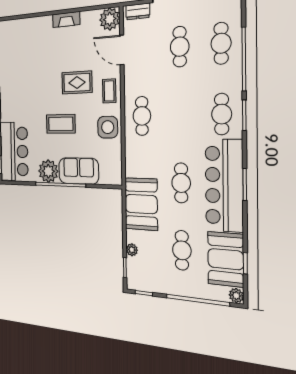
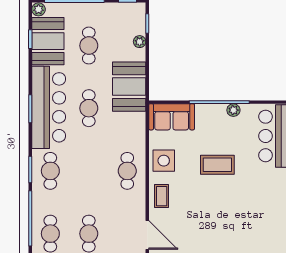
rug: (77, 83) -> (198, 206), removed
plant: (48, 171) -> (233, 110), width x0.53, depth x0.53
sofa: (79, 171) -> (172, 117), moved

